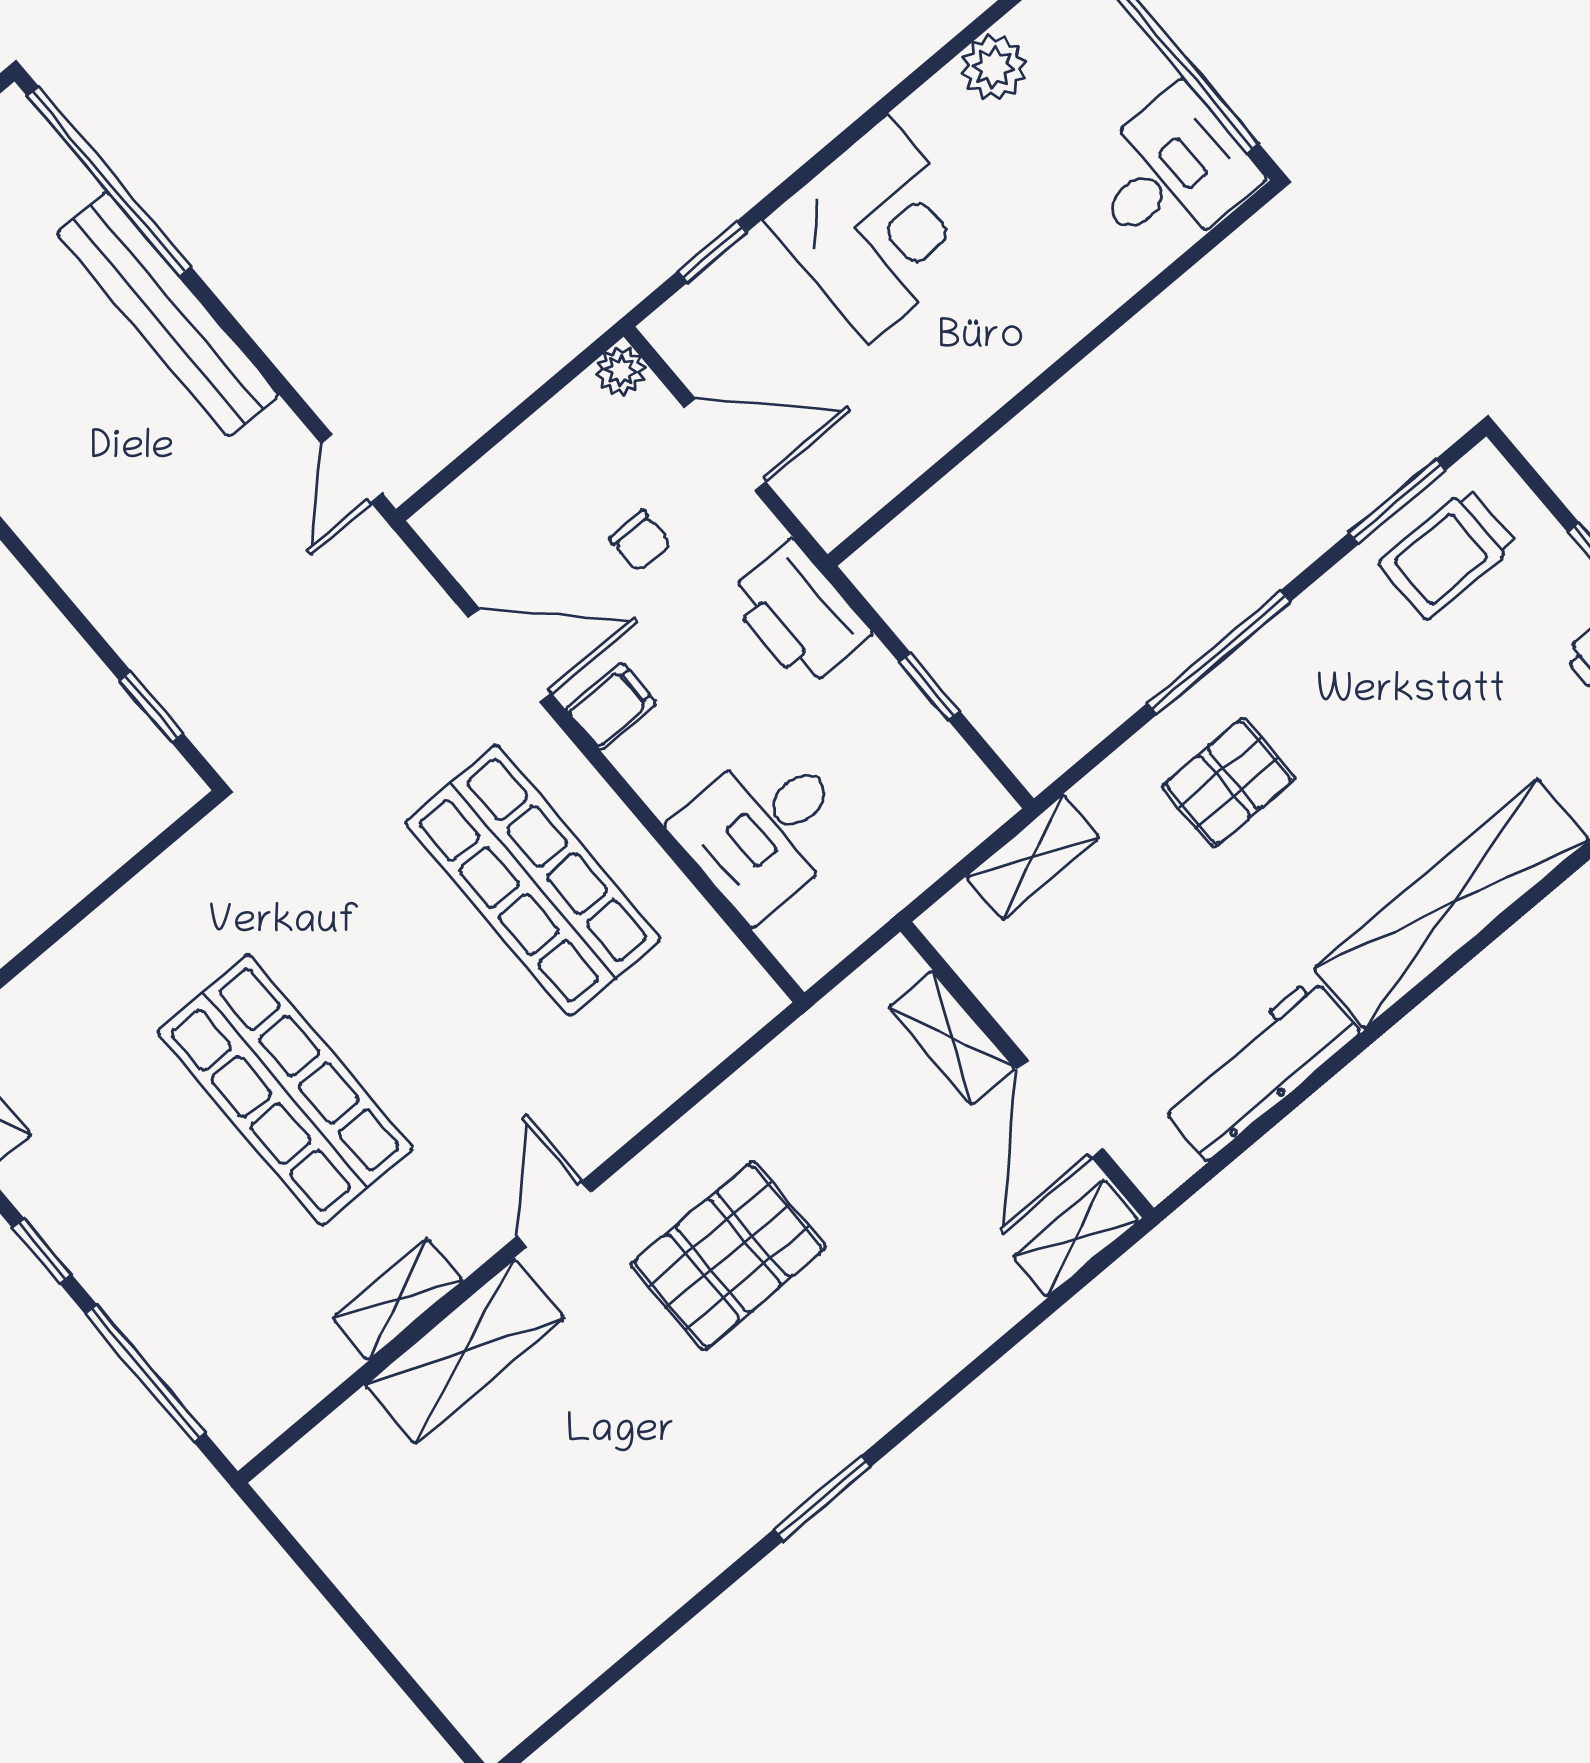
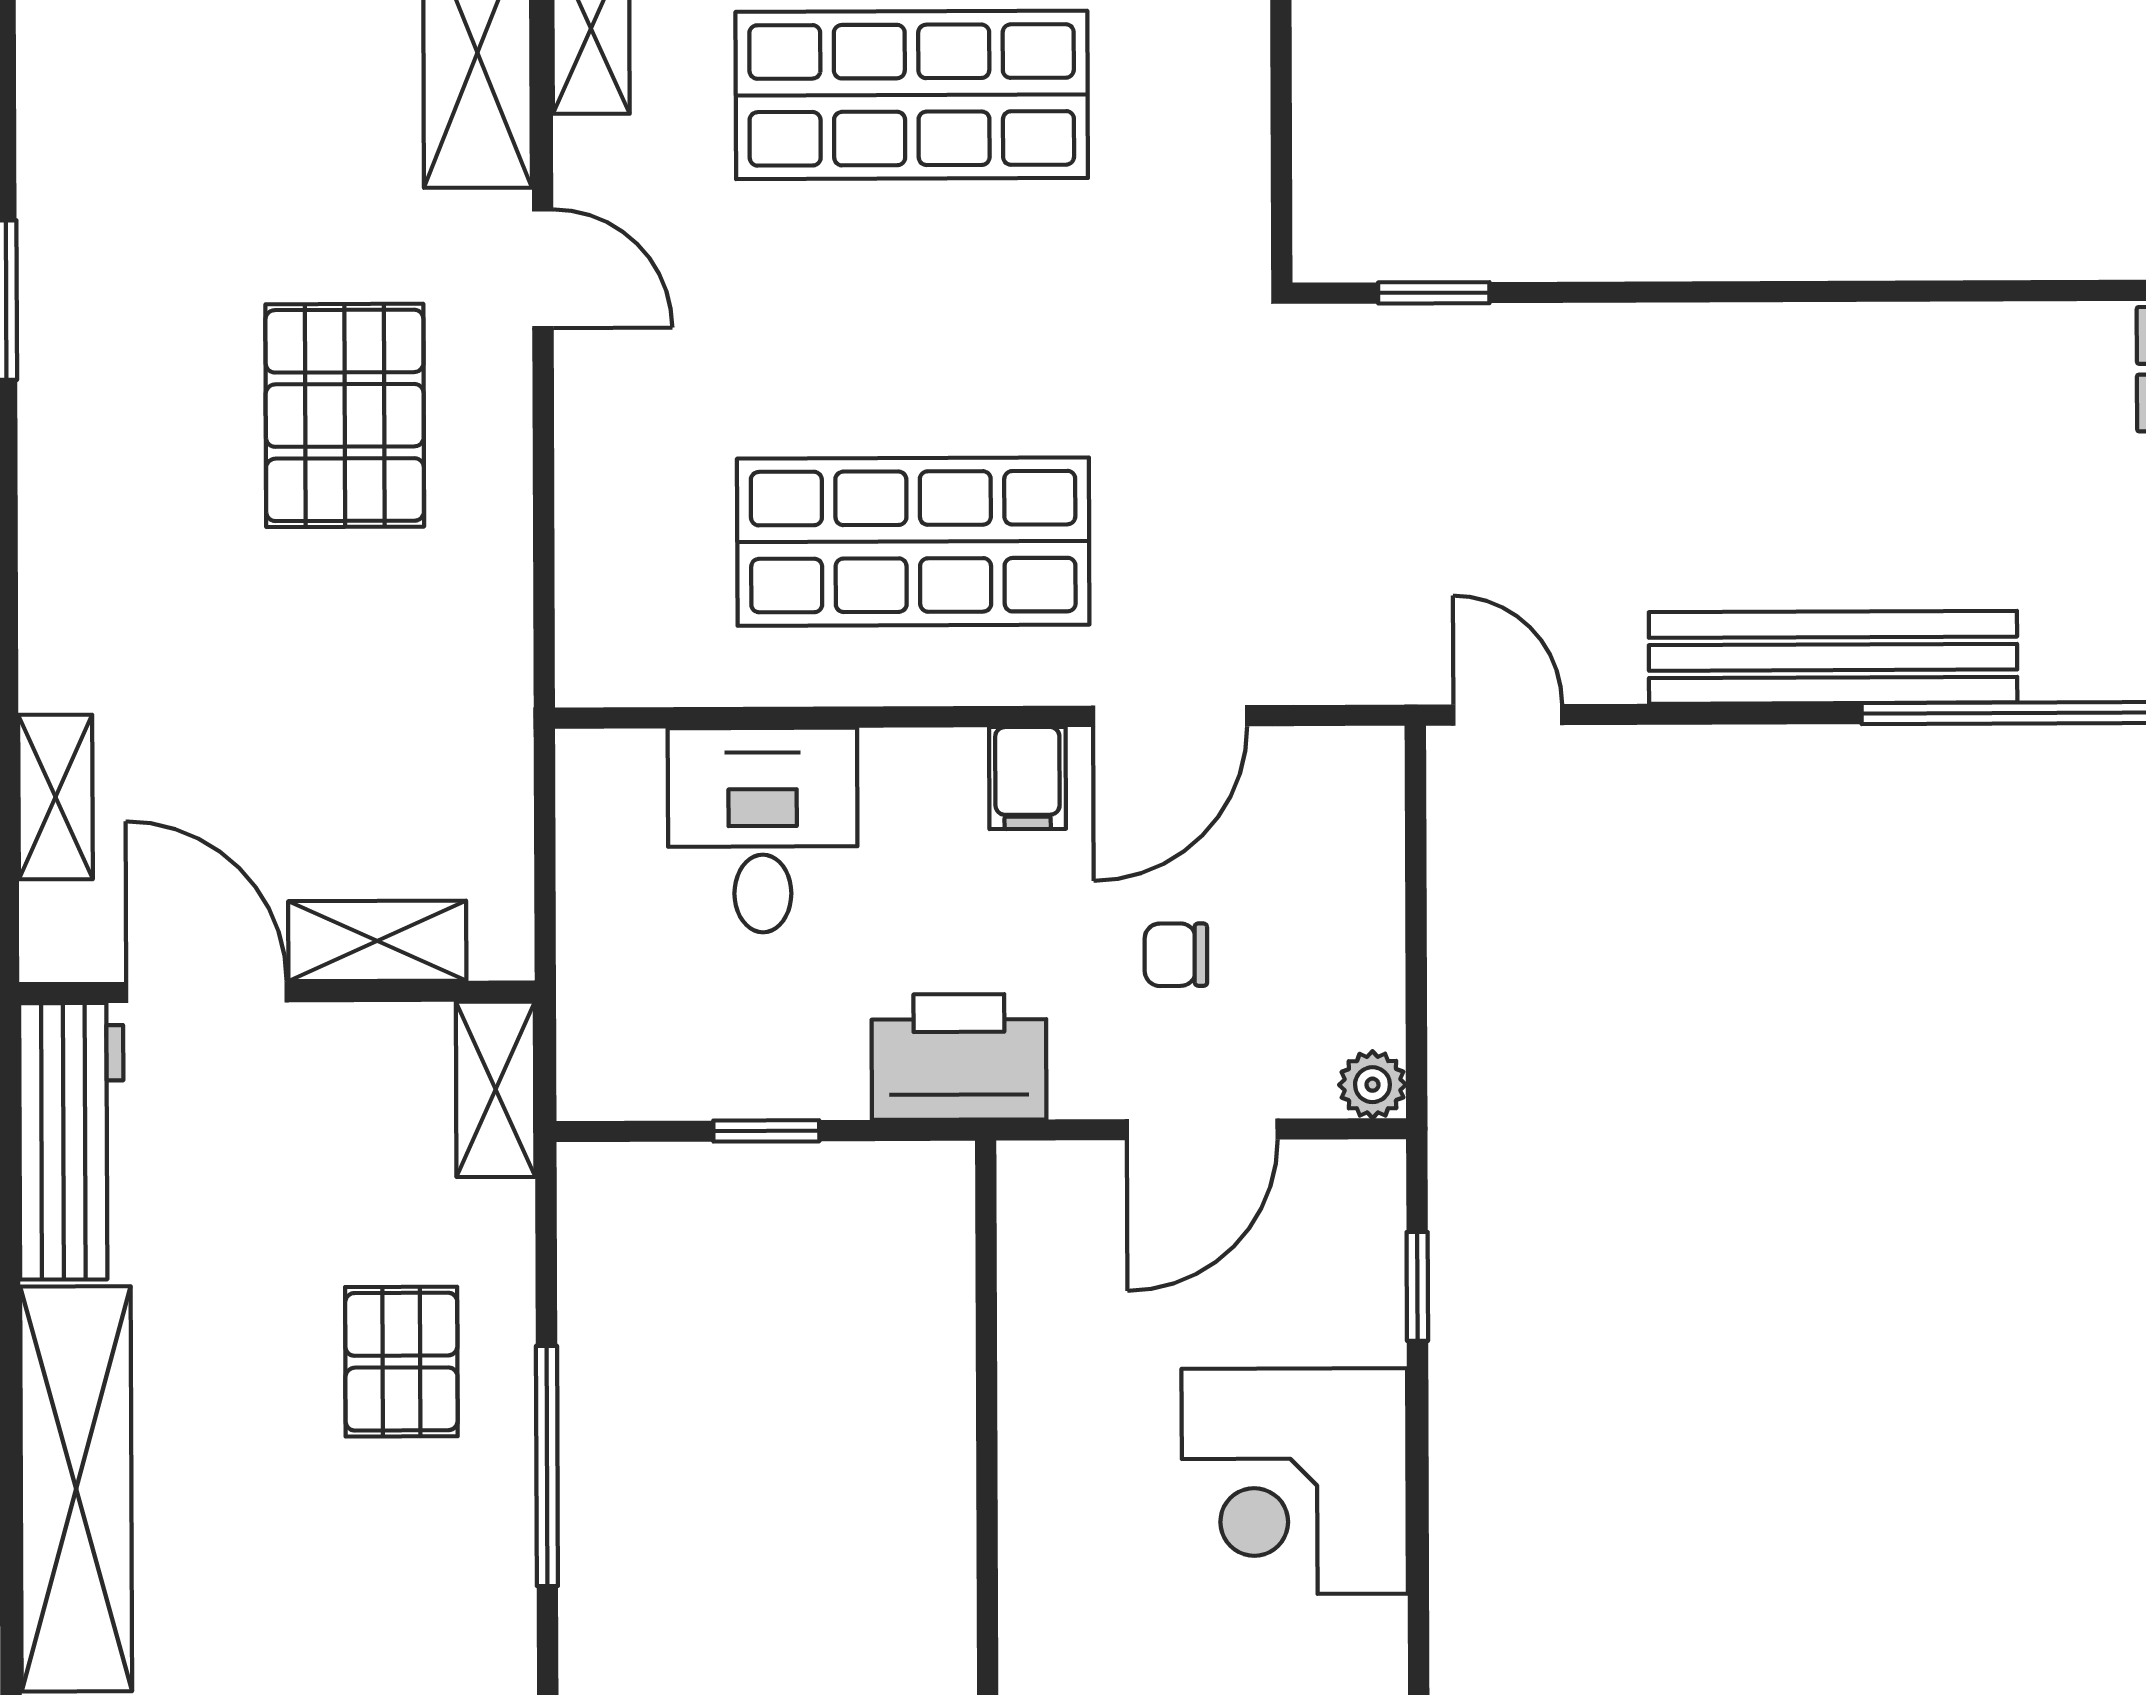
shelving: (952, 1038) -> (377, 941), moved
wall: (1027, 1070) -> (277, 992), moved
door: (1060, 1109) -> (206, 992), moved

